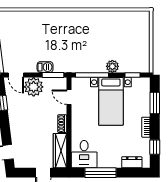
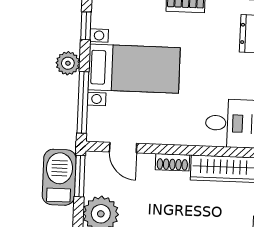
barbecue: (45, 67) -> (59, 177), width x1.88, depth x1.53
door: (69, 97) -> (123, 148), hinge flipped

